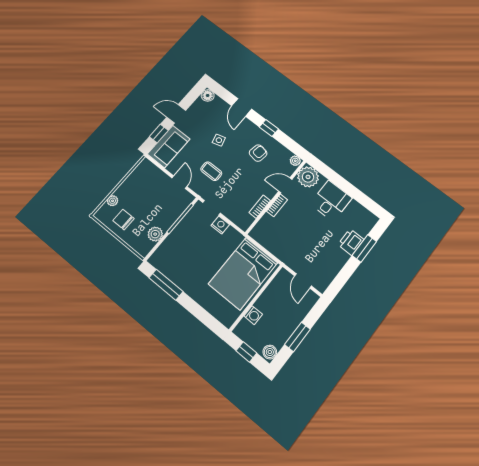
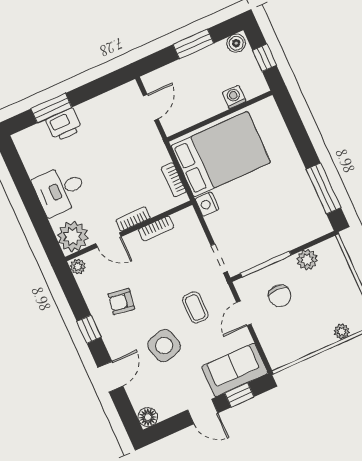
side table: (219, 140) -> (164, 346), width x1.87, depth x1.87
chair: (124, 220) -> (280, 296), moved
nightstand: (220, 225) -> (207, 204), moved
bookcase: (264, 242) -> (174, 180), added

